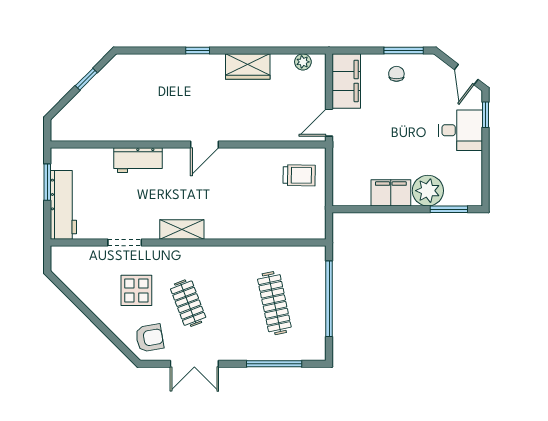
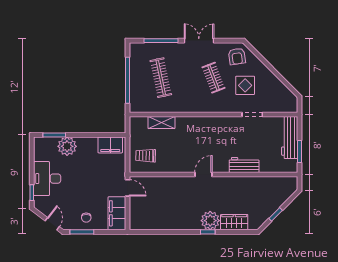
plant: (303, 62) -> (210, 221), moved, width x1.88, depth x1.88
wardrobe: (248, 66) -> (234, 222), moved
door: (466, 74) -> (52, 224), moved
door: (329, 123) -> (127, 188), hinge flipped
desk: (460, 130) -> (47, 179), width x1.37
filing cabinet: (391, 193) -> (110, 145), moved
shelving: (182, 230) -> (161, 123), moved
armchair: (150, 338) -> (237, 56), turned -88
double door: (194, 364) -> (199, 41), moved

